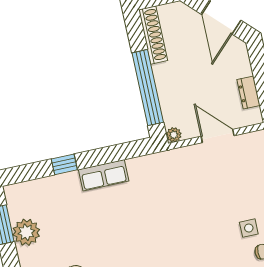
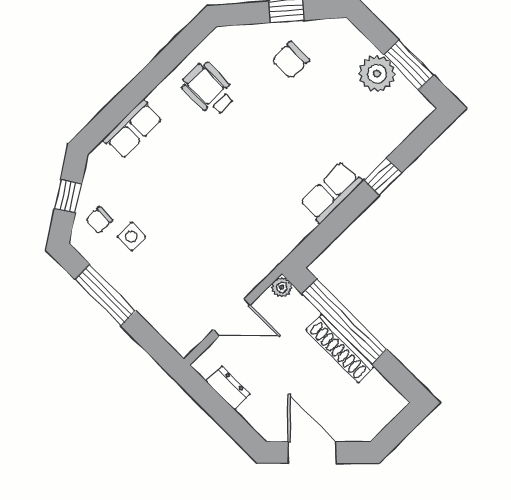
shoe rack: (153, 35) -> (340, 348), moved

